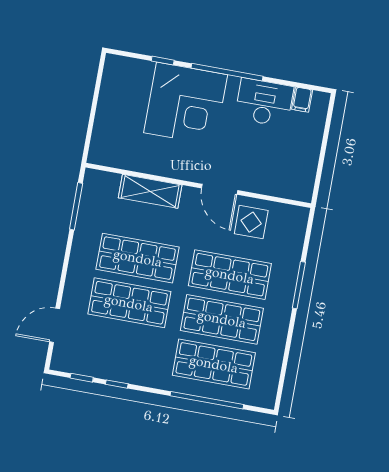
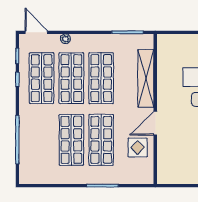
shelving: (150, 191) -> (146, 79), width x1.47
plant: (69, 301) -> (65, 39), added
door: (55, 325) -> (36, 32), moved
shop shelf: (214, 364) -> (42, 78), moved

